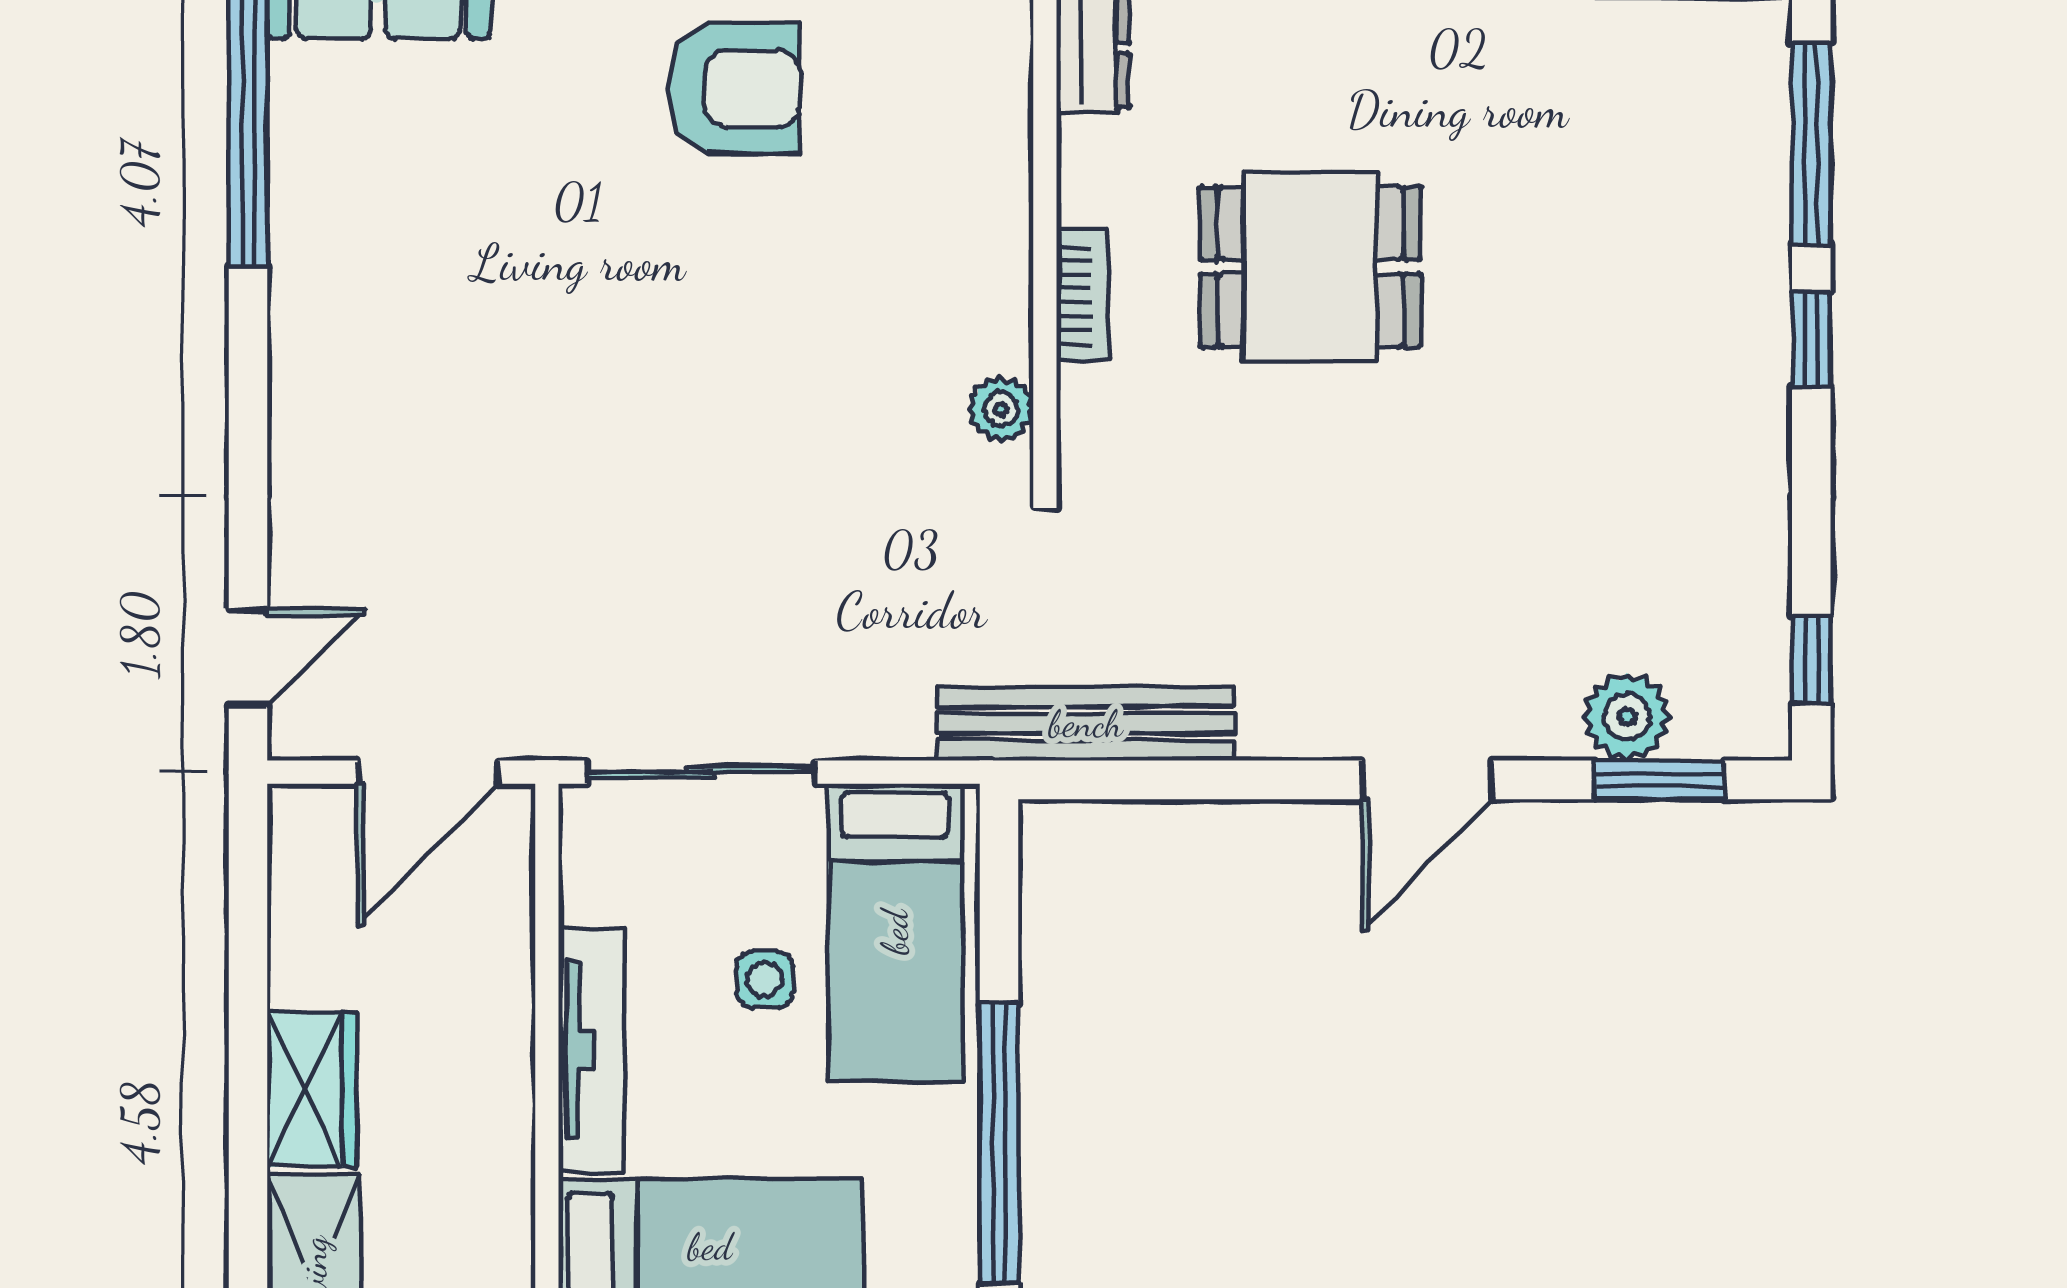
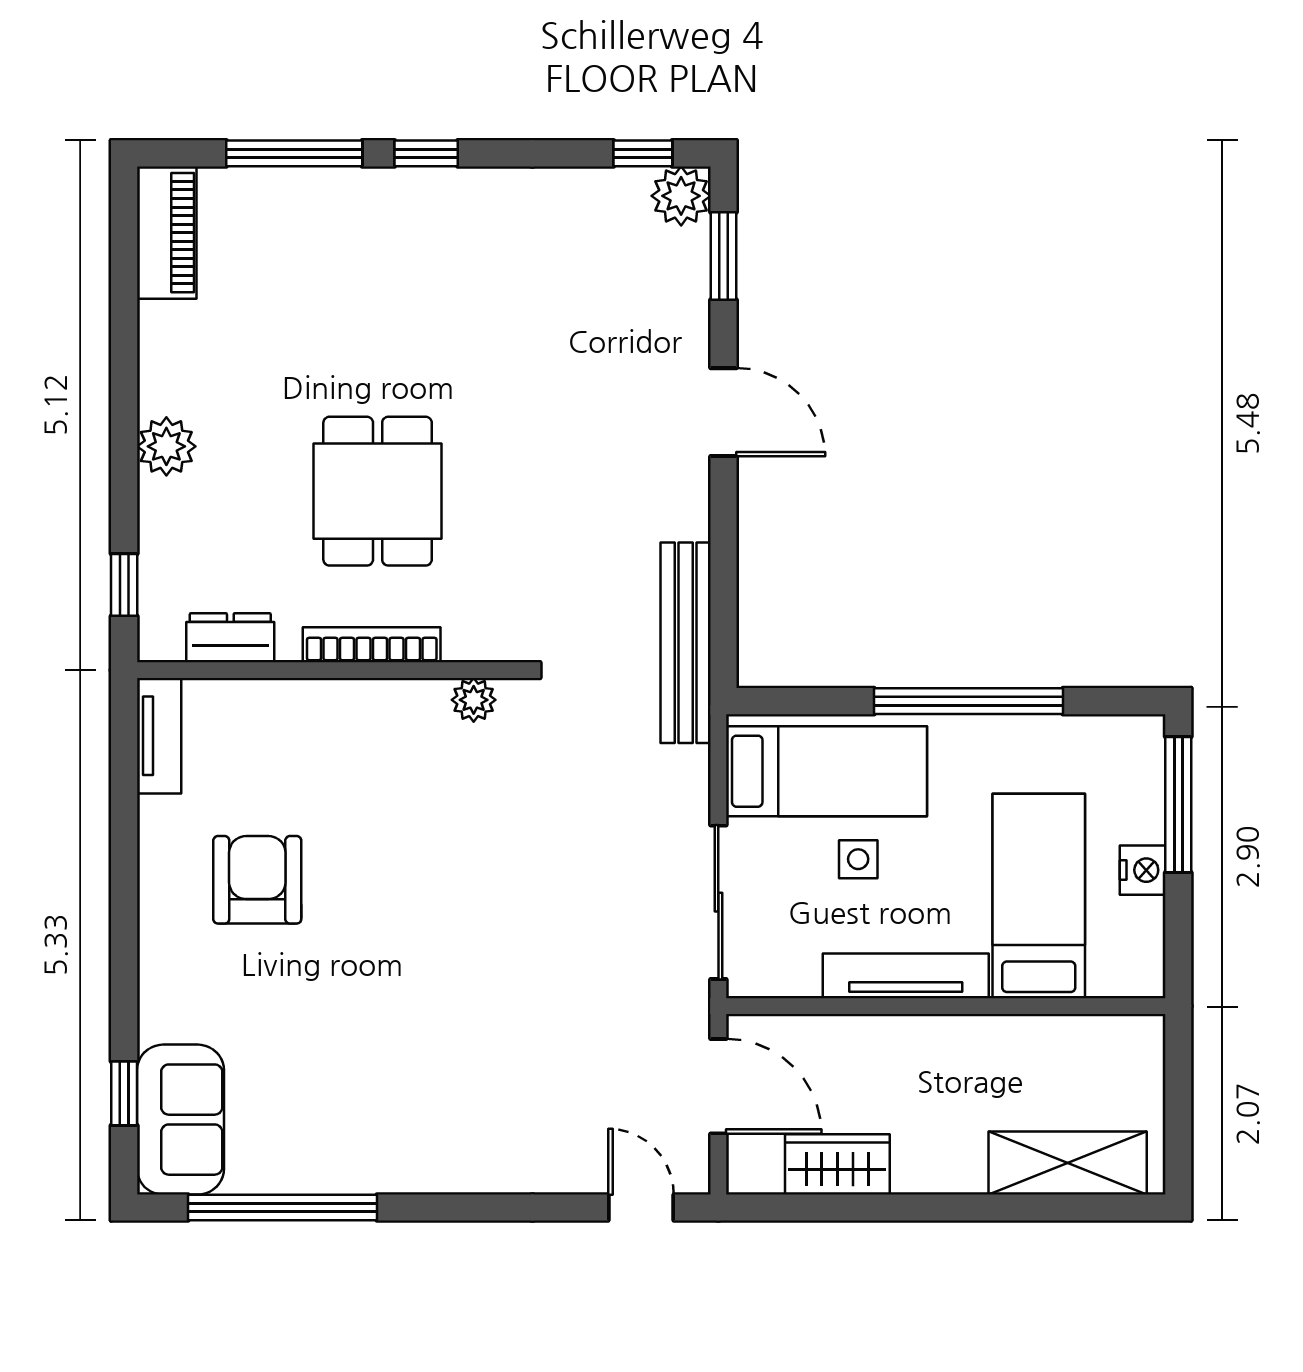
bookcase: (1083, 295) -> (372, 645), width x1.56
plant: (1627, 717) -> (681, 196), moved
wardrobe: (312, 1089) -> (837, 1164), moved

